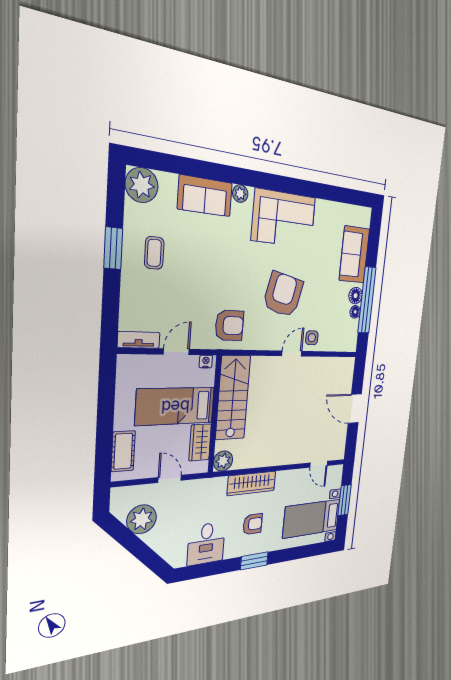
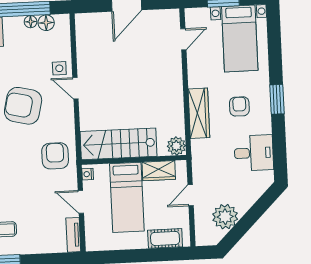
floor lamp: (356, 296) -> (46, 23), moved

